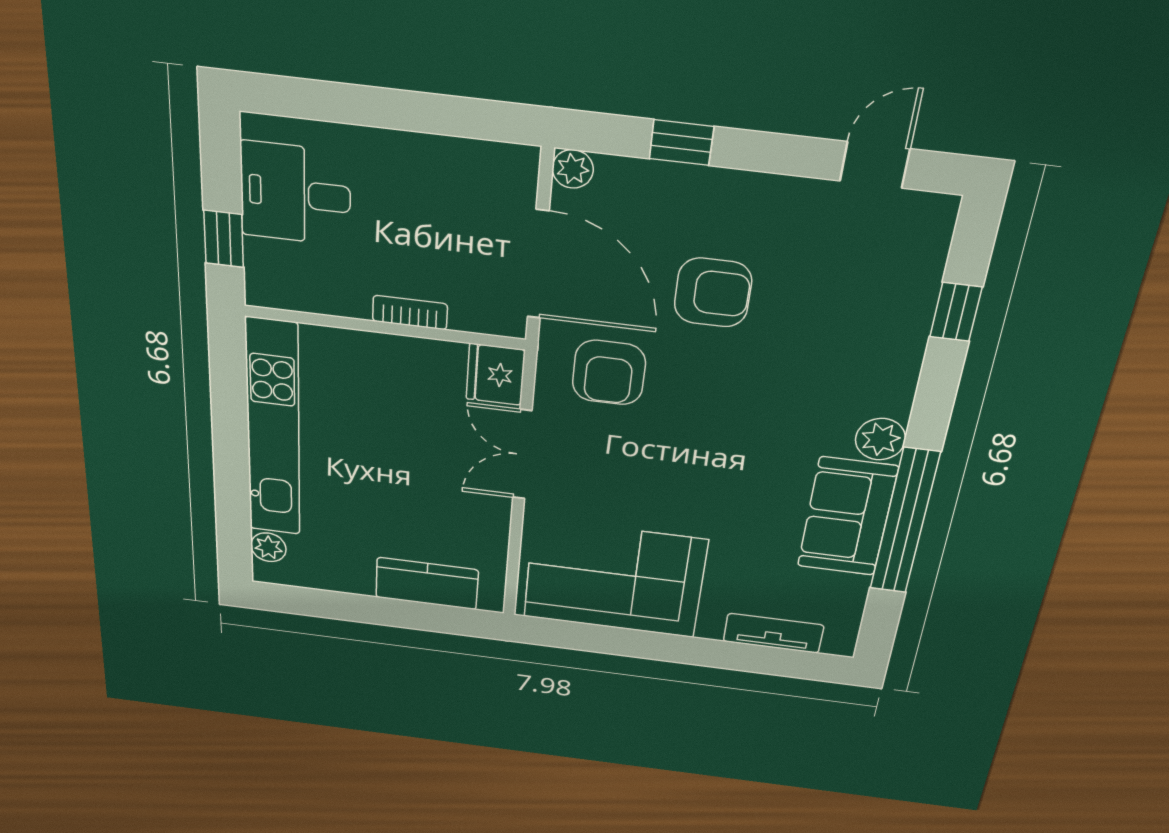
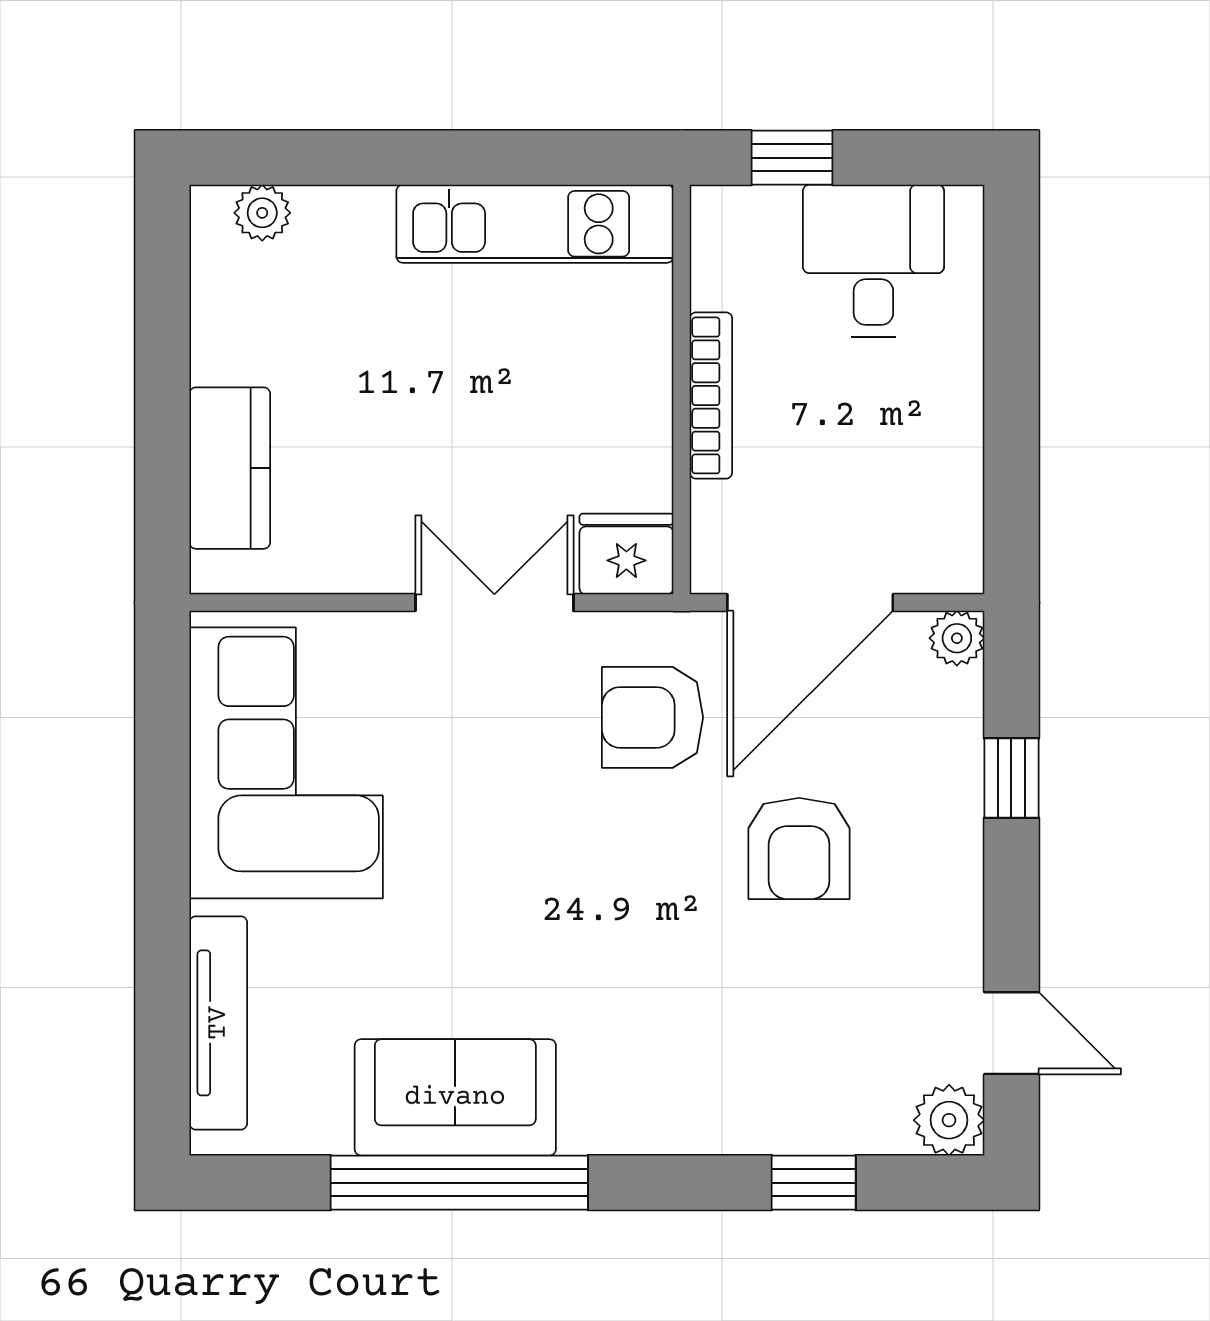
bookcase: (410, 313) -> (711, 395), width x1.56
kitchen unit: (273, 429) -> (535, 224), width x0.73
plant: (880, 439) -> (949, 1120), moved
tv unit: (773, 633) -> (218, 1023), width x1.41

